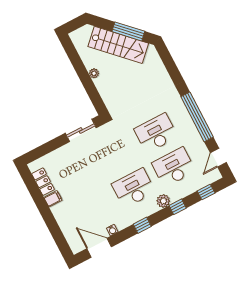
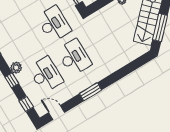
window: (197, 117) -> (90, 92), width x0.47
desk: (134, 188) -> (54, 24), moved

